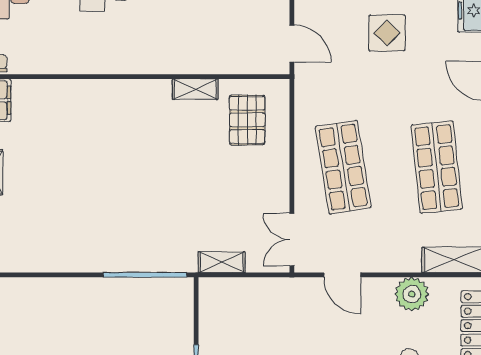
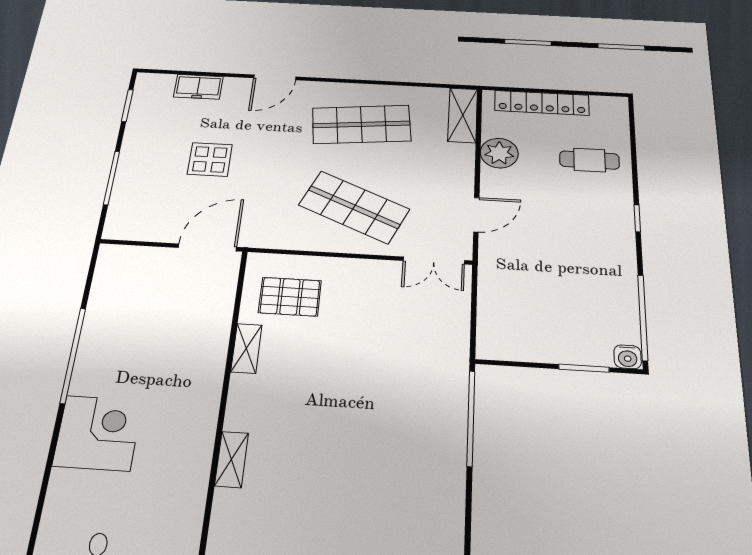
door: (292, 44) -> (207, 247), width x1.36
shop shelf: (343, 167) -> (354, 207), turned 33
shelving: (222, 262) -> (232, 459), moved

